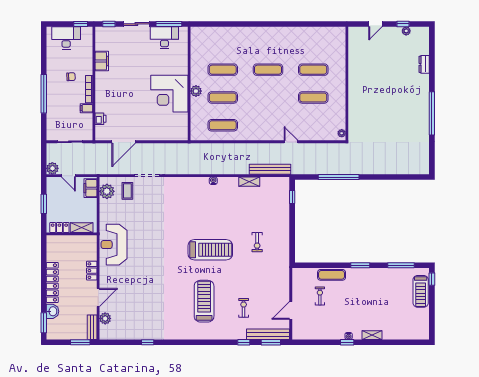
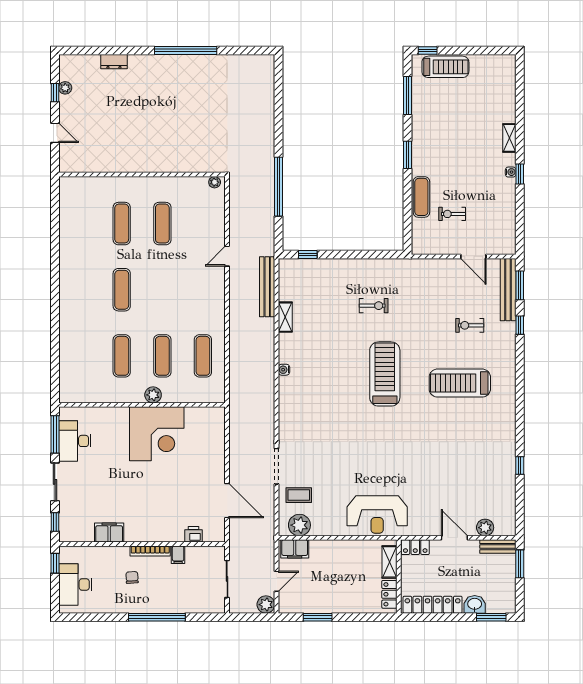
locker: (59, 227) -> (389, 594), moved
shelving: (82, 228) -> (389, 562), moved
wall: (72, 234) -> (399, 576), moved

